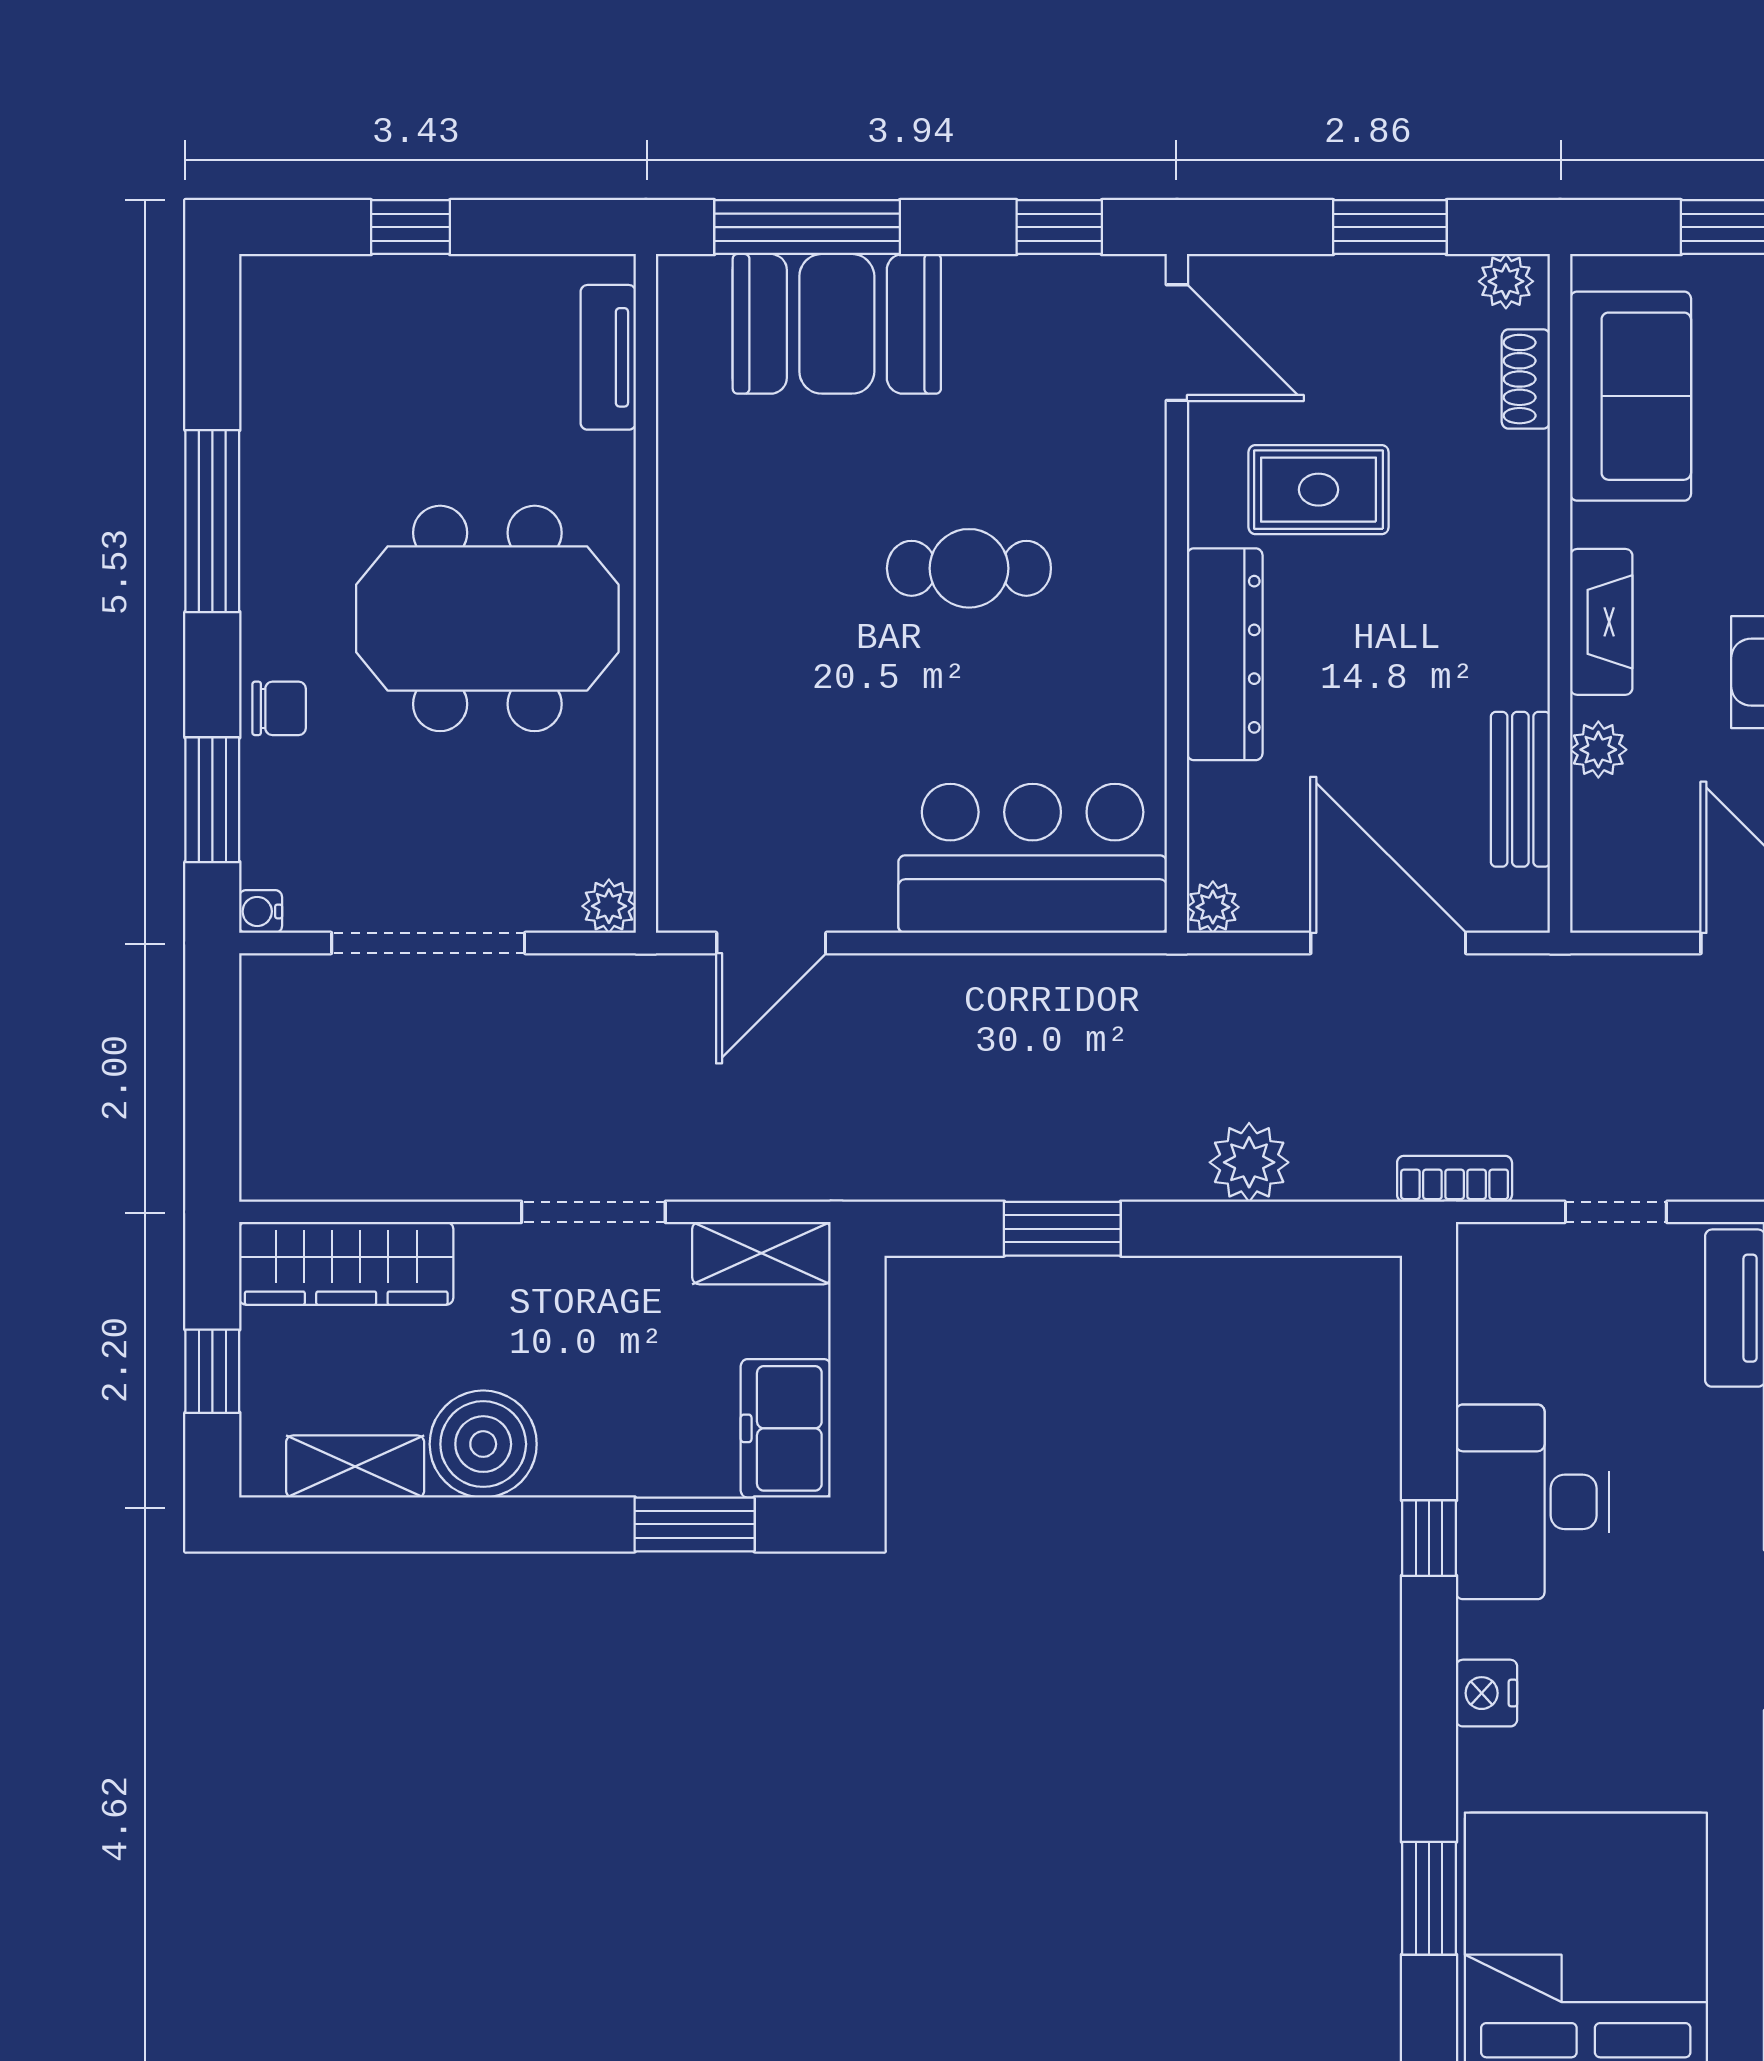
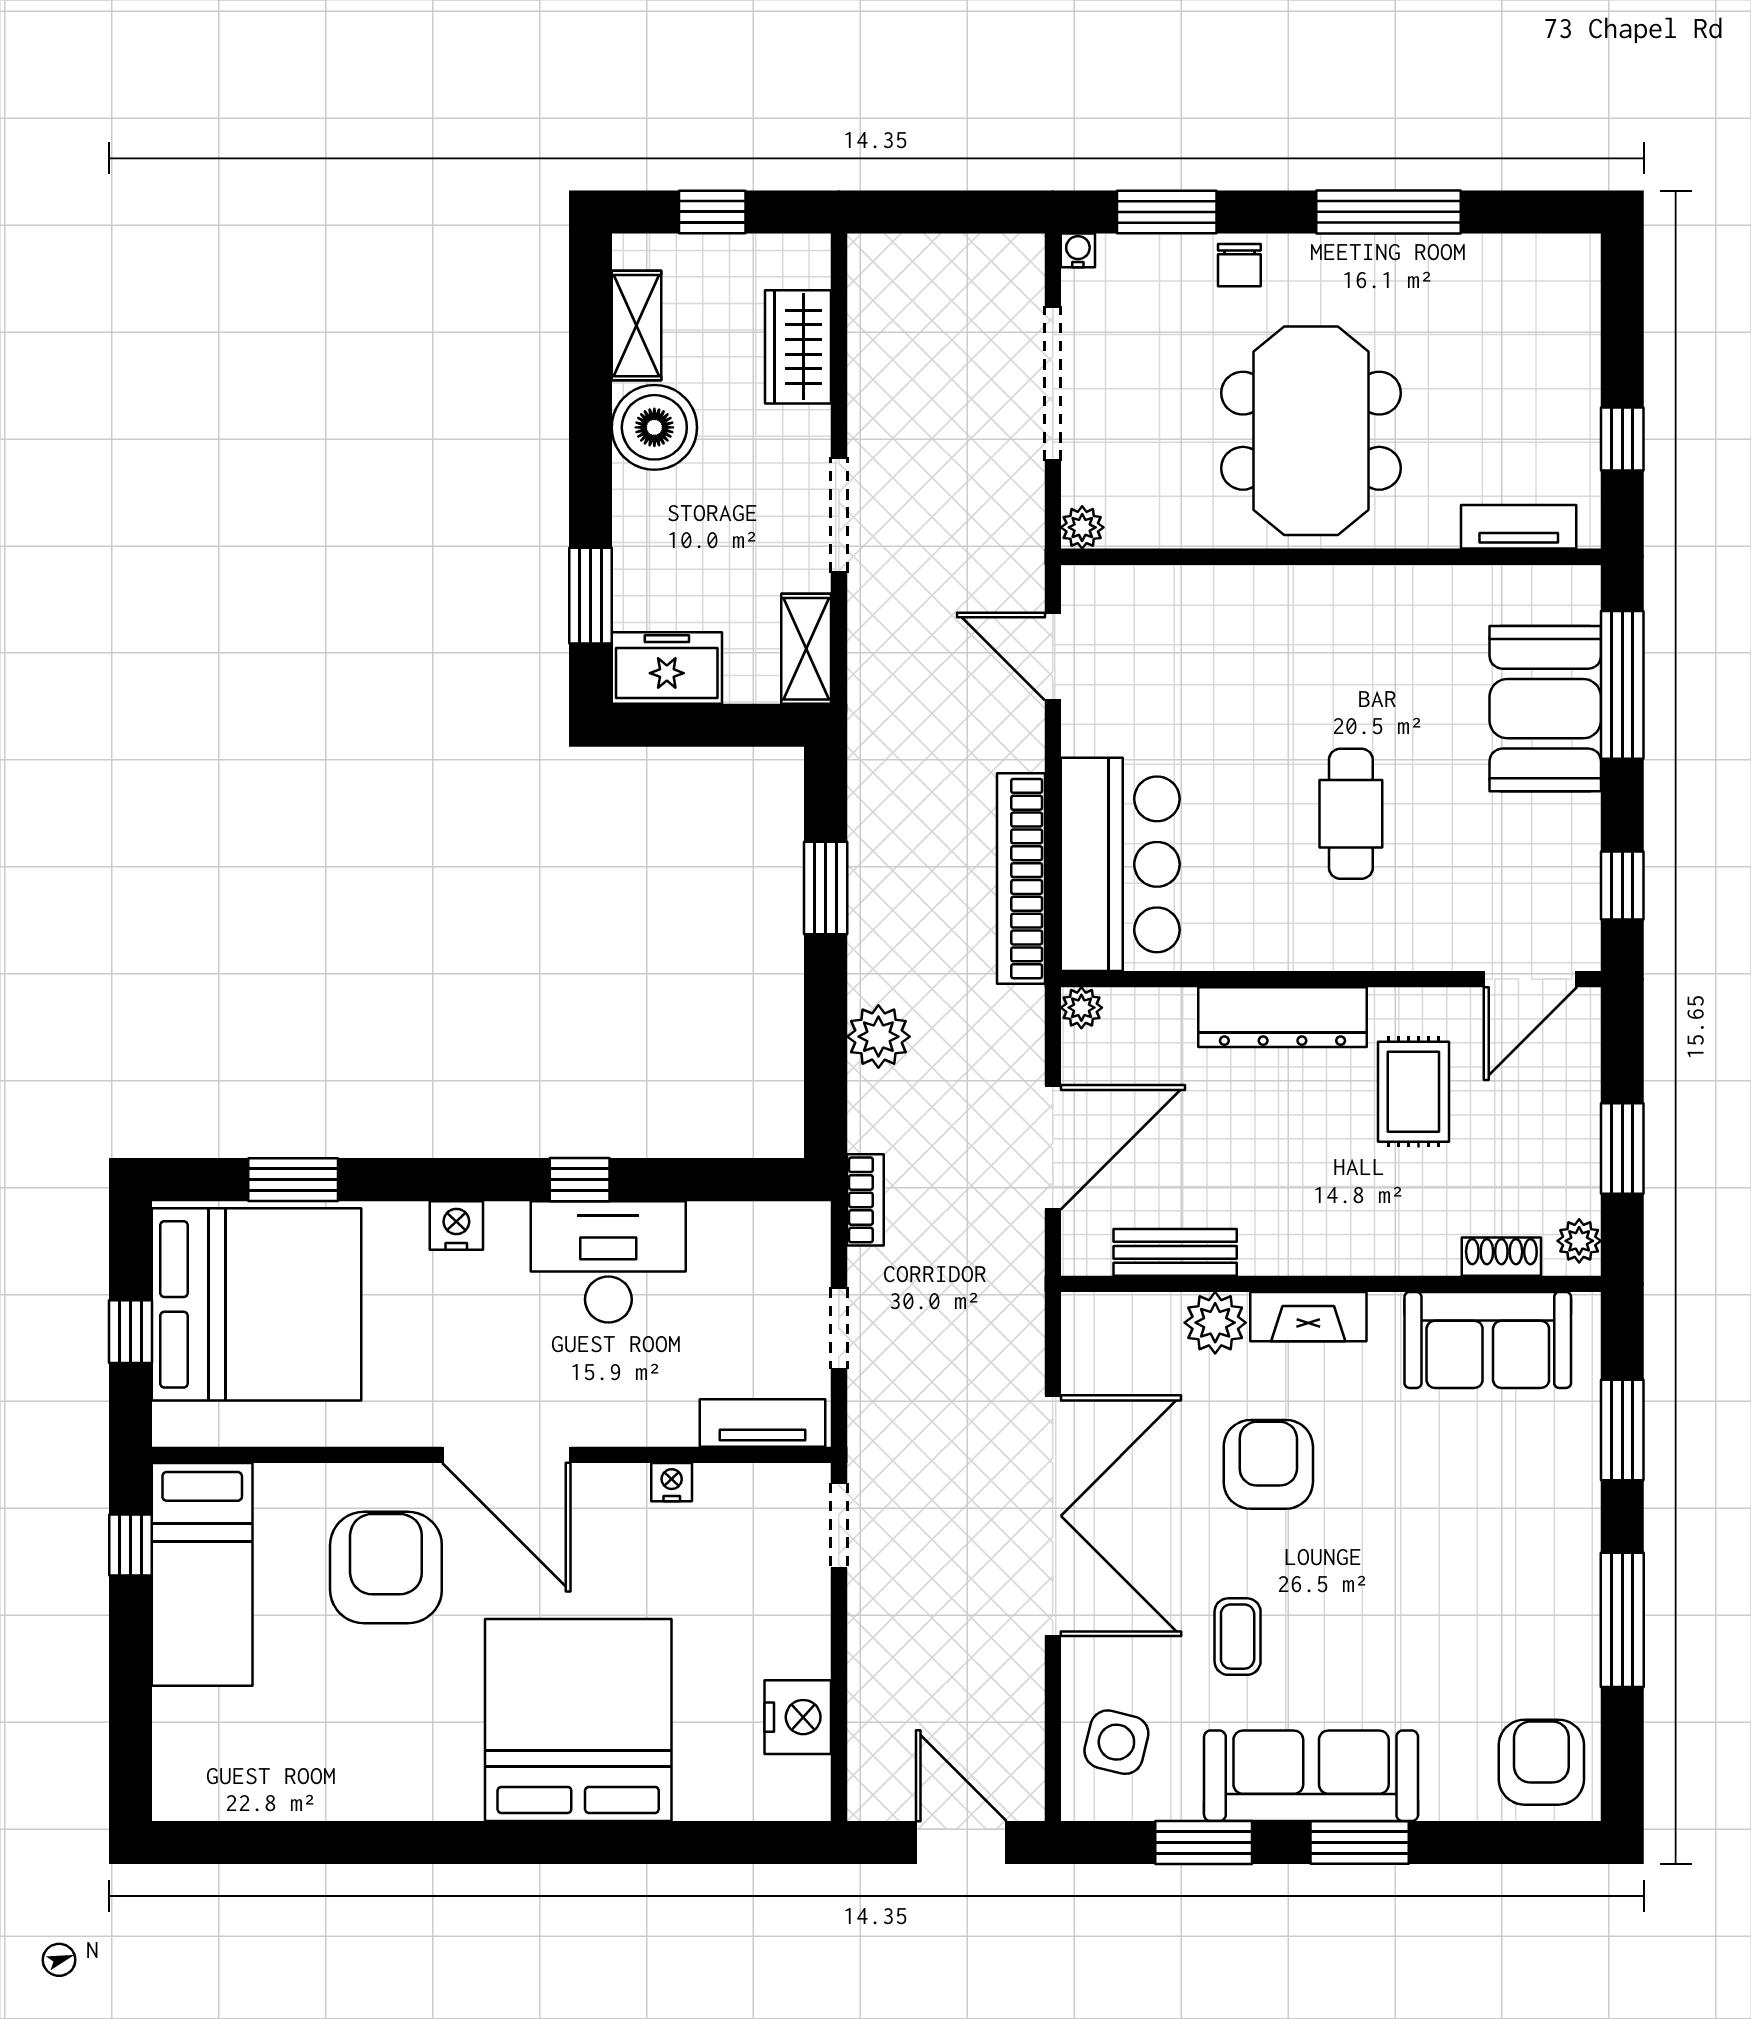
window: (411, 227) -> (1622, 439), moved
plant: (1598, 750) -> (1215, 1323), width x1.38, depth x1.38
bookcase: (1050, 983) -> (1021, 879), added
wardrobe: (346, 1263) -> (798, 347), width x0.67

